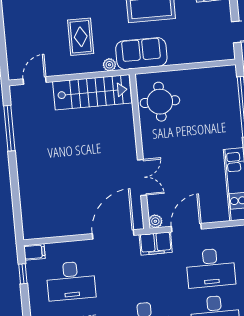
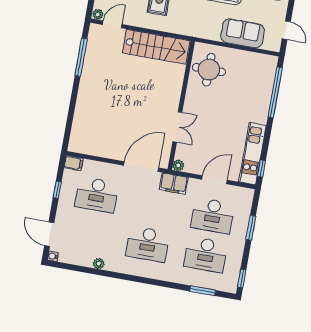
sofa: (141, 54) -> (243, 33), moved
plant: (109, 65) -> (98, 14), moved
door: (186, 228) -> (215, 180), moved
window: (23, 274) -> (57, 190), moved

